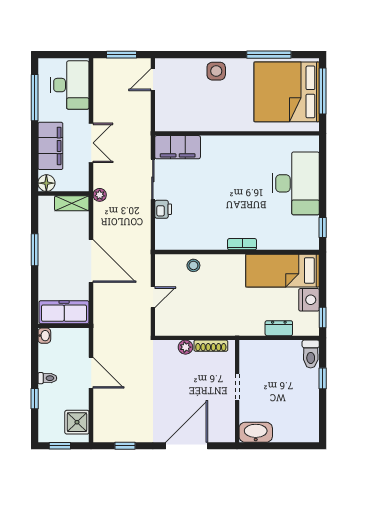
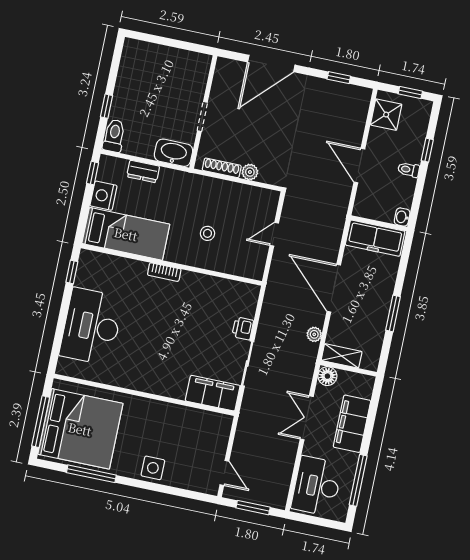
door: (153, 80) -> (224, 473), hinge flipped
floor lamp: (46, 183) -> (327, 376), moved
plant: (100, 195) -> (314, 334), moved
stool: (193, 265) -> (207, 233), moved
washbasin: (256, 432) -> (174, 153), moved, turned 180

